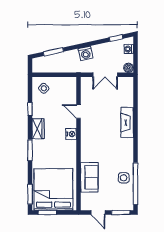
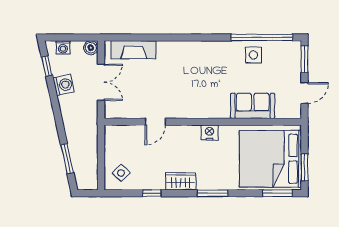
washing machine: (86, 53) -> (64, 85), moved
fireplace: (127, 123) -> (134, 50), moved
nightstand: (71, 134) -> (210, 133), moved

